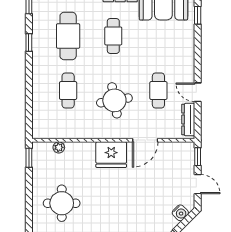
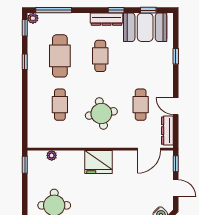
window: (198, 15) -> (176, 56), moved
door: (145, 140) -> (149, 149), moved

